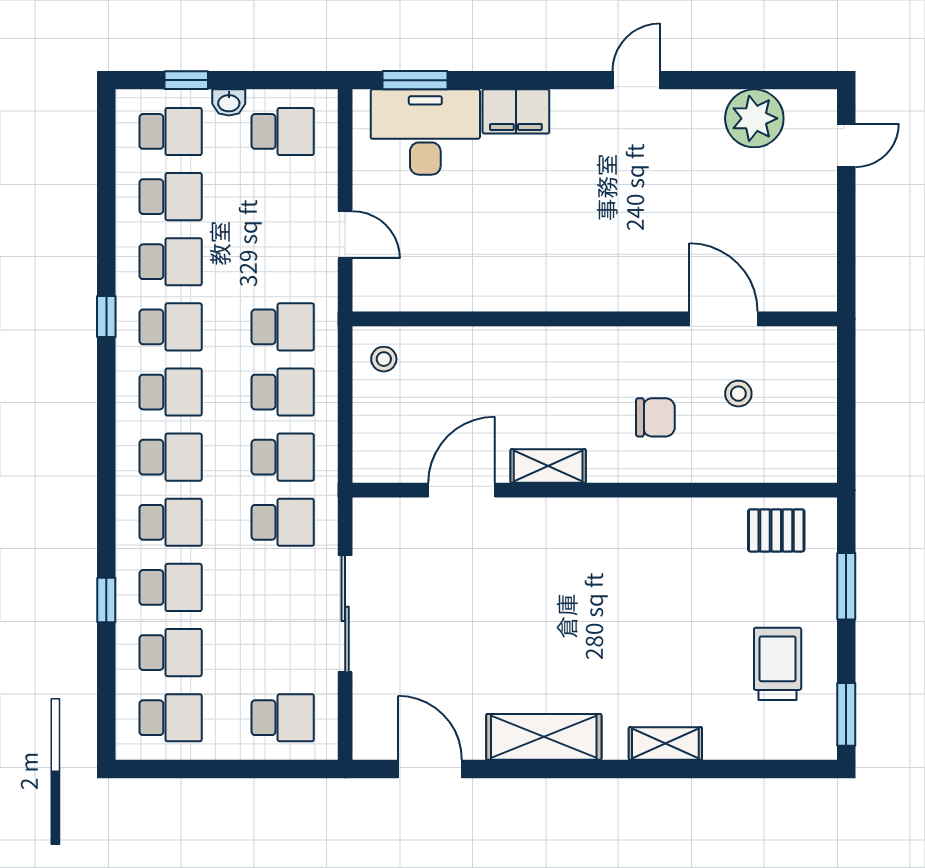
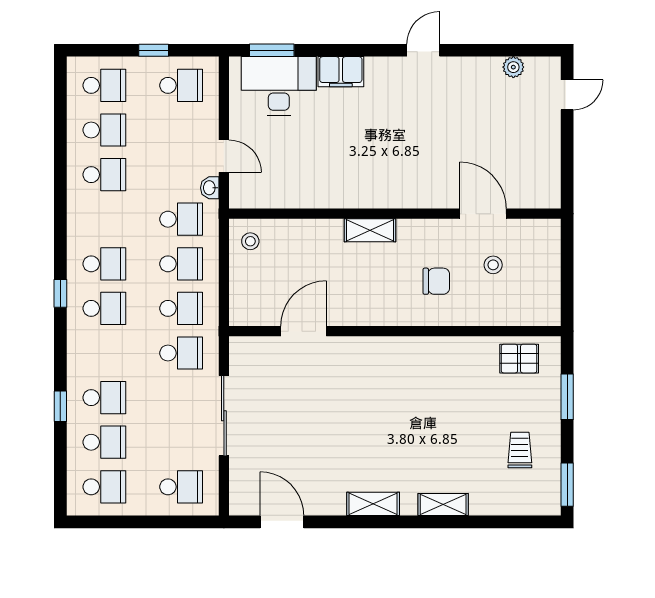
window: (186, 80) -> (154, 50), moved
washbasin: (229, 102) -> (210, 188), moved, turned 90
plant: (754, 118) -> (513, 67), width x0.53, depth x0.53
window: (106, 316) -> (60, 293), moved
school desk: (171, 327) -> (104, 219), removed
shelving: (548, 466) -> (370, 230), moved
school desk: (171, 522) -> (104, 353), removed
trolley: (778, 664) -> (520, 450), width x0.73, depth x0.72
shelving: (544, 737) -> (373, 504), width x0.67, depth x0.75

